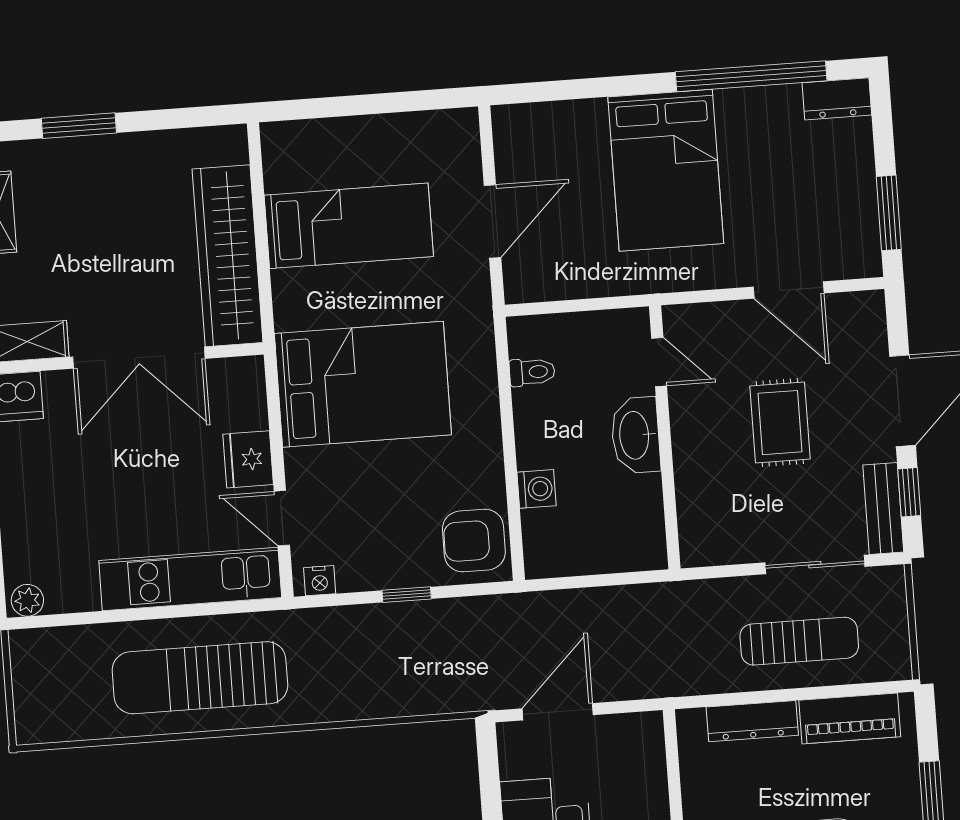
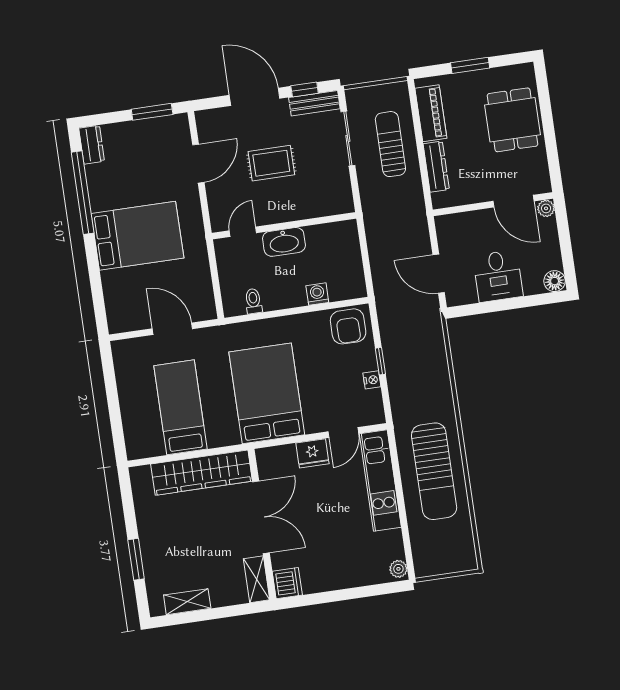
nightstand: (320, 581) -> (372, 380), moved

